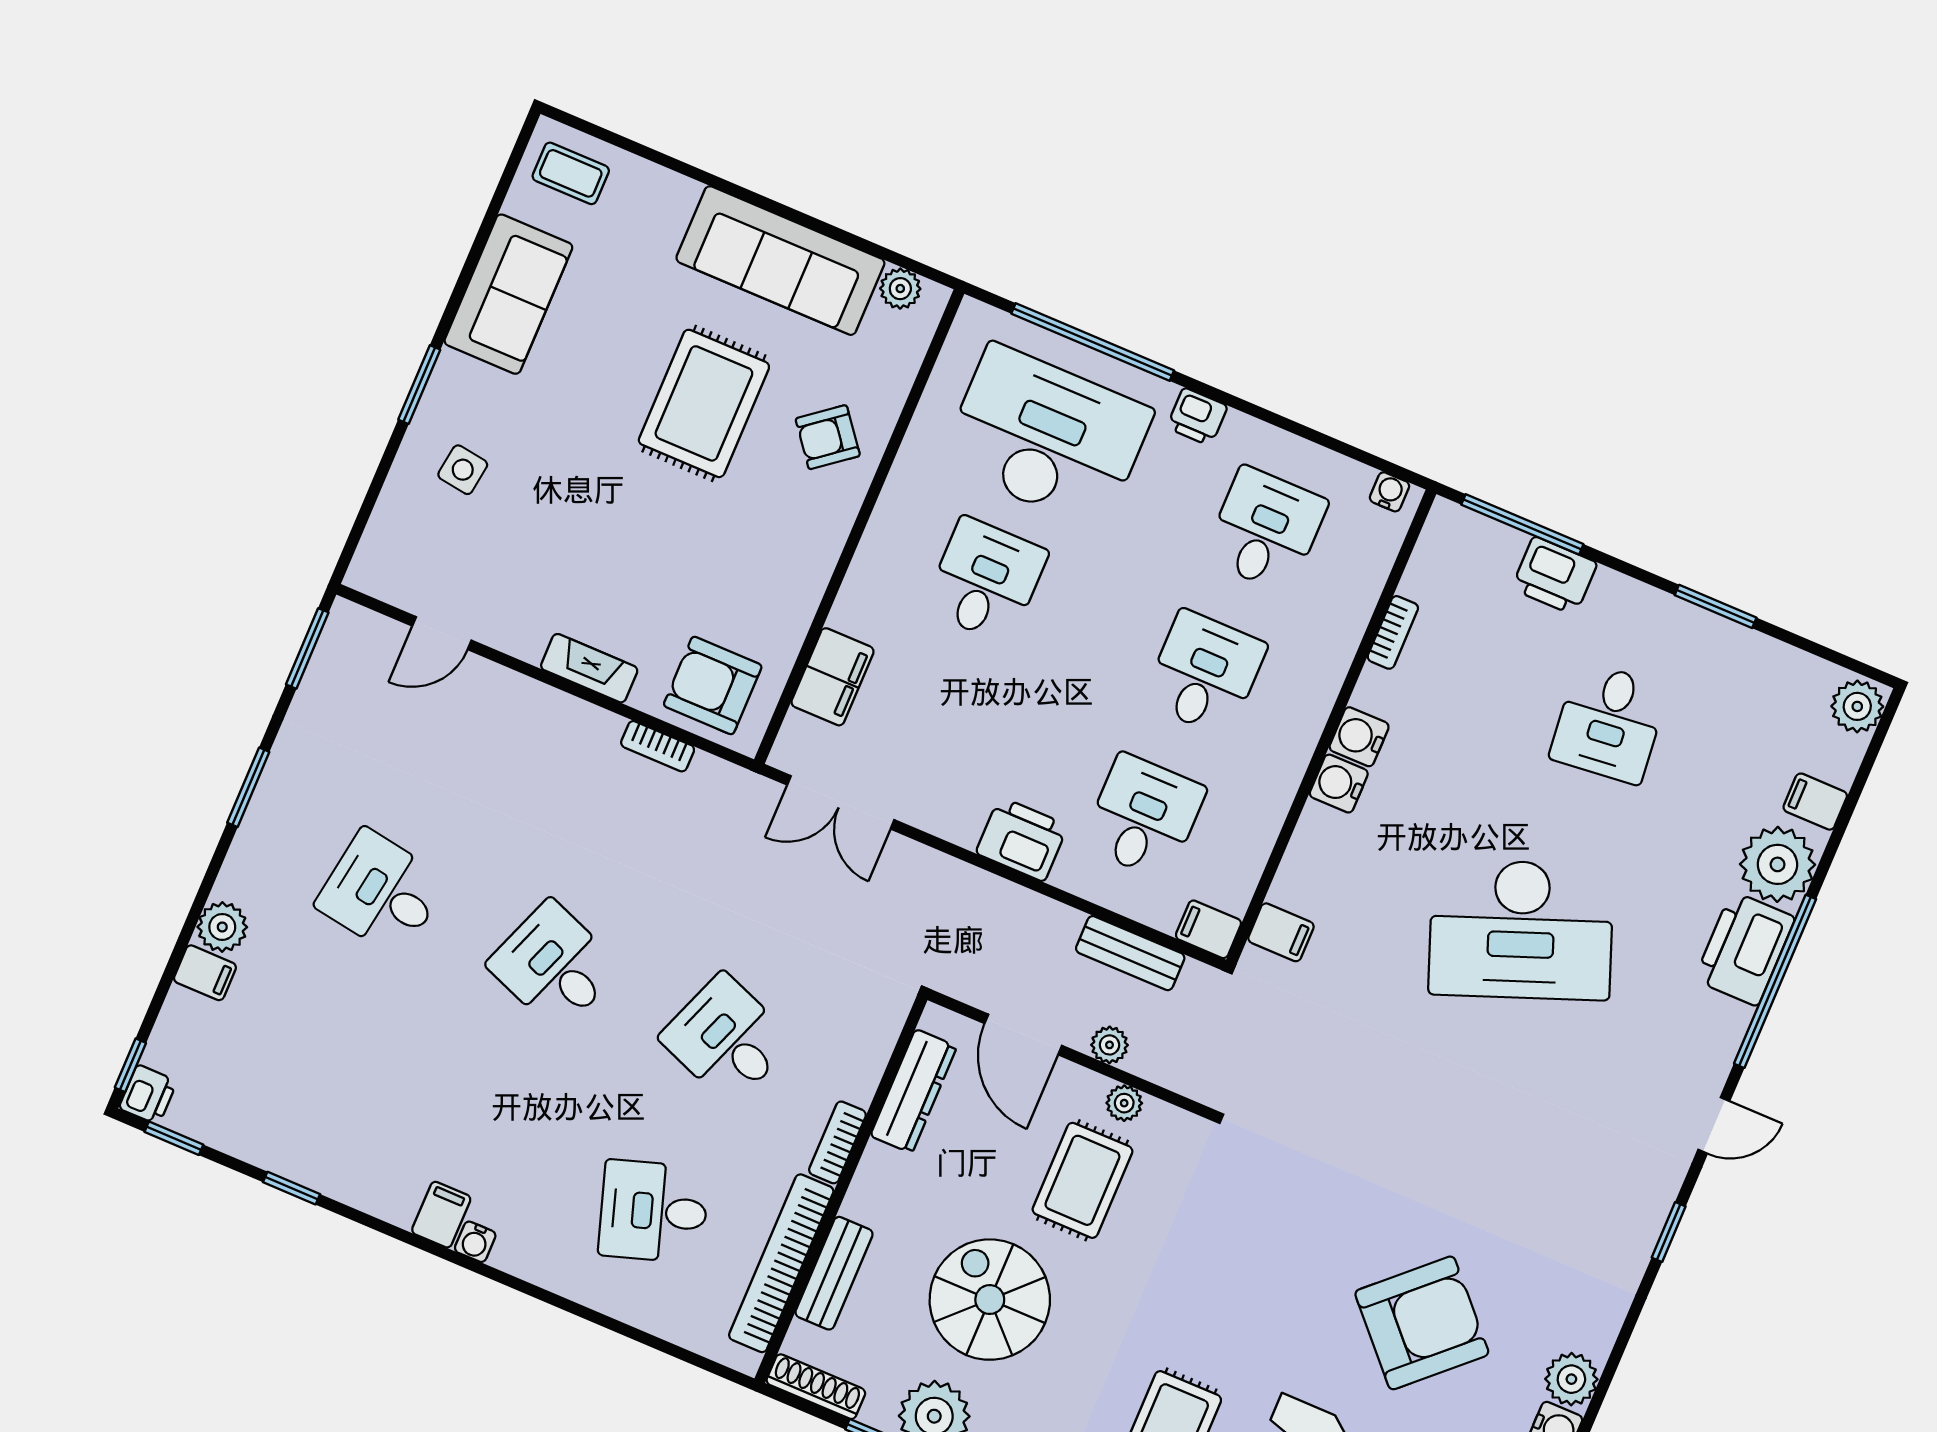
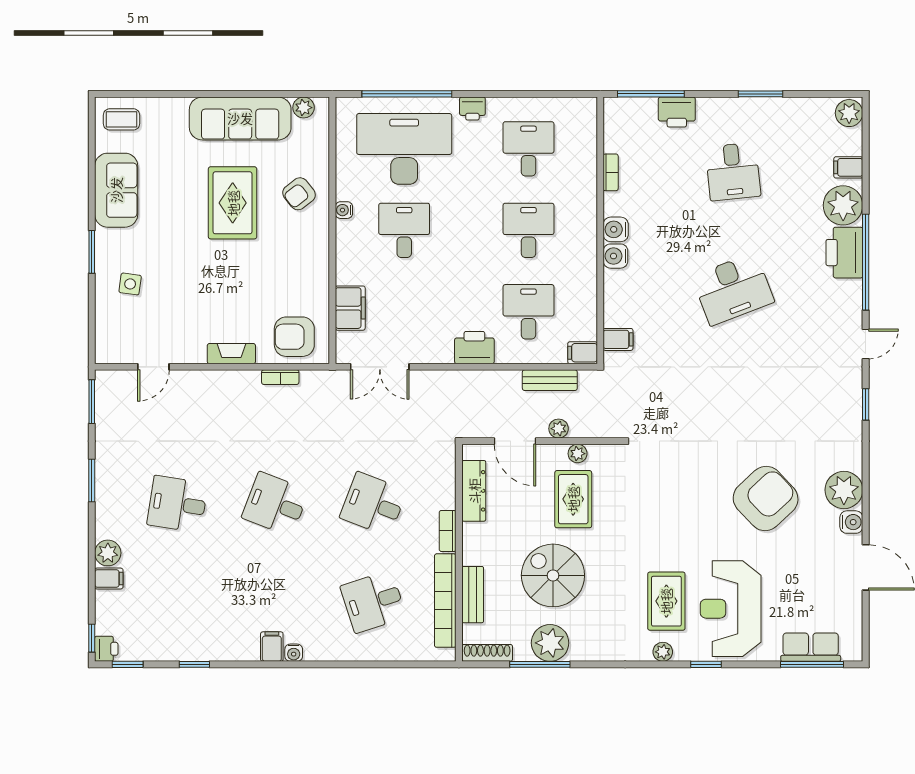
water cooler: (1390, 492) -> (344, 210), moved, turned -90
desk: (1521, 930) -> (733, 289), width x0.73, depth x0.77
plant: (1571, 1379) -> (844, 490), width x1.36, depth x1.36

